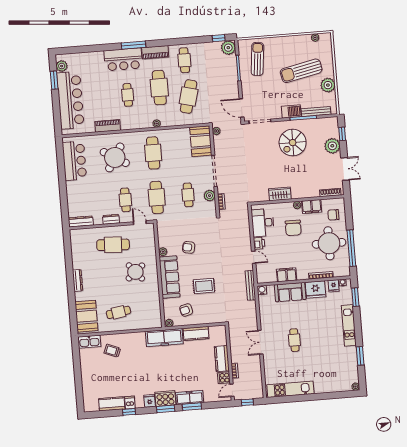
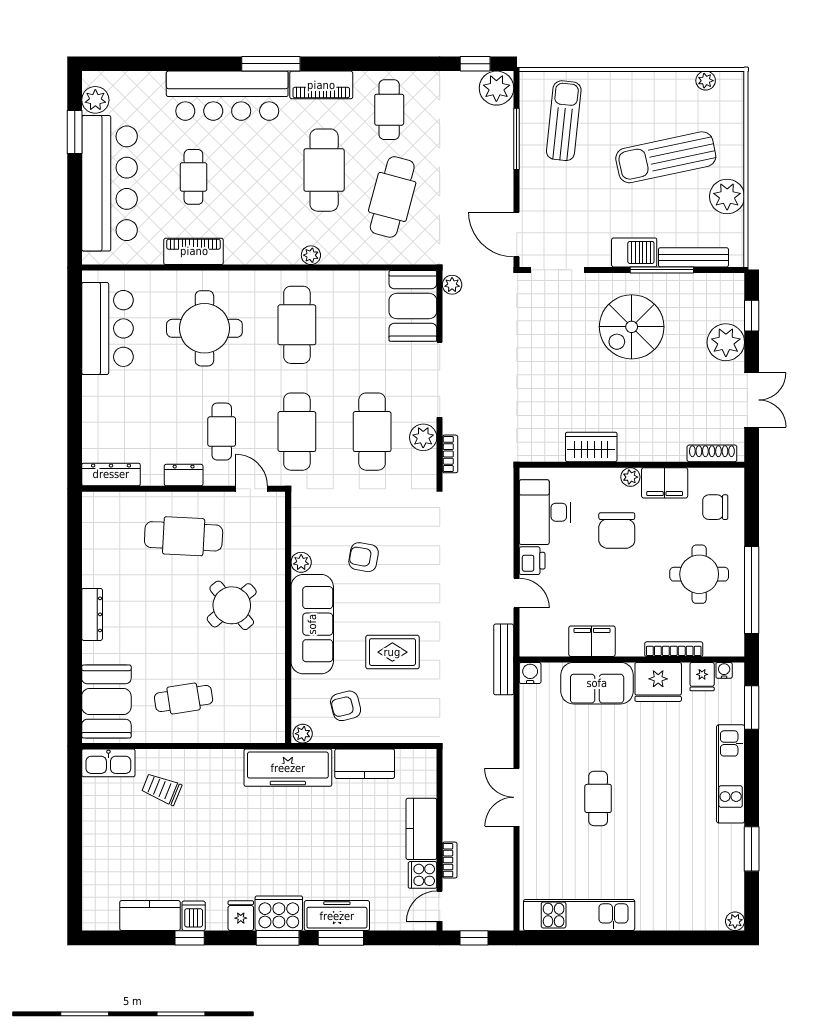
bar counter: (123, 59) -> (227, 96), width x1.36
cafe table: (128, 95) -> (193, 177), moved
round table: (115, 157) -> (204, 328), turned -31
cafe table: (188, 195) -> (372, 432), width x1.37, depth x1.35
round table: (329, 243) -> (699, 574), width x0.73, depth x0.73

